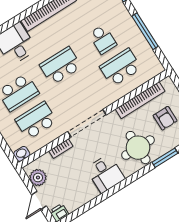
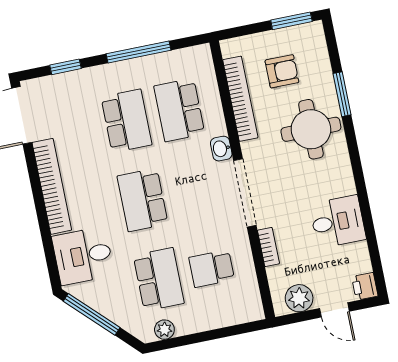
school desk: (103, 39) -> (126, 121), width x1.85
school desk: (36, 121) -> (212, 269), width x0.54
washbasin: (22, 154) -> (221, 149), moved
desk: (105, 174) -> (338, 222), moved

